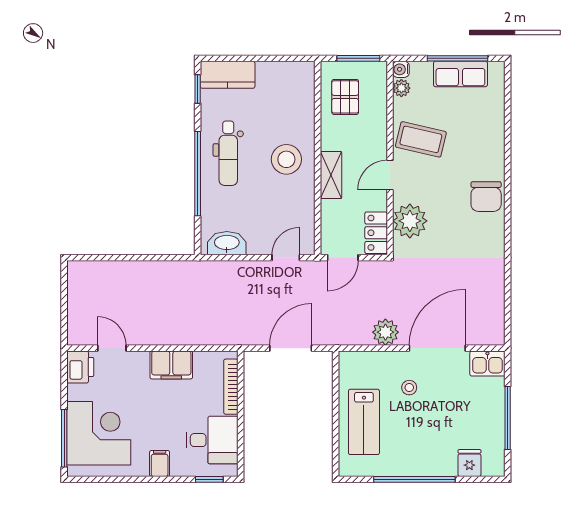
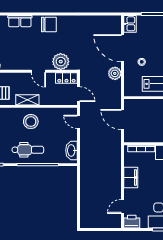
row of seats: (493, 137) -> (20, 21), added
coffee table: (421, 139) -> (21, 56), removed
shelving: (331, 175) -> (27, 100), moved

